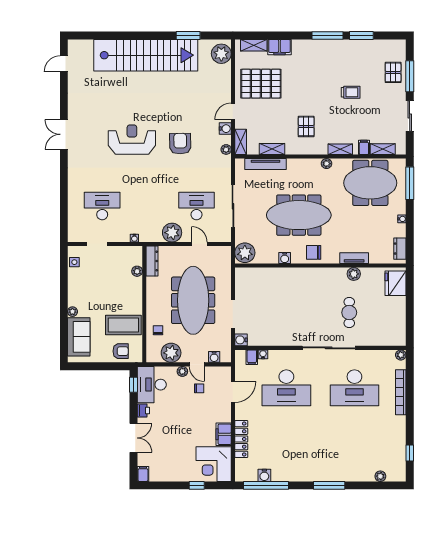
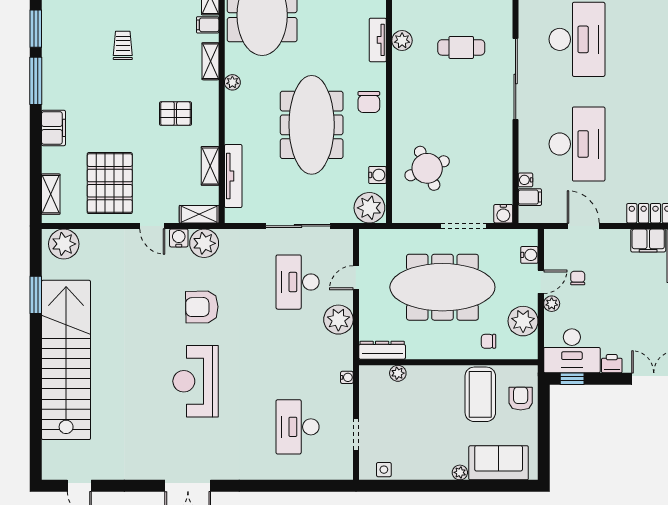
filing cabinet: (279, 47) -> (54, 128), moved
plant: (226, 149) -> (204, 243), width x1.87, depth x1.87
water cooler: (285, 258) -> (377, 175), moved
round table: (271, 290) -> (427, 168), added

